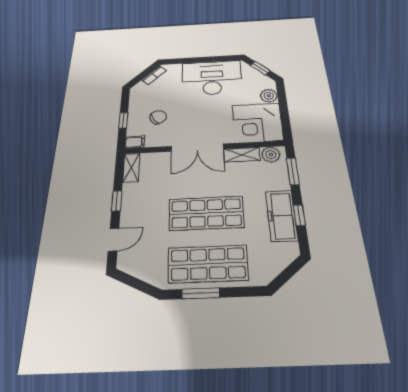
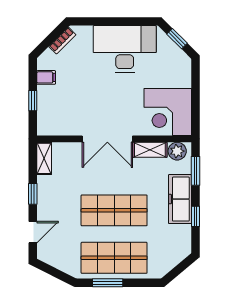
plant: (269, 96) -> (182, 78), removed
chair: (158, 117) -> (68, 99), removed
filing cabinet: (135, 142) -> (46, 77), moved
freezer: (281, 216) -> (180, 199), moved

